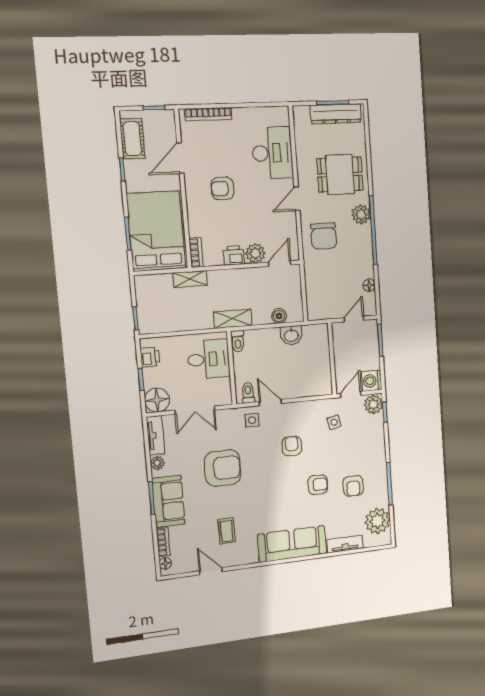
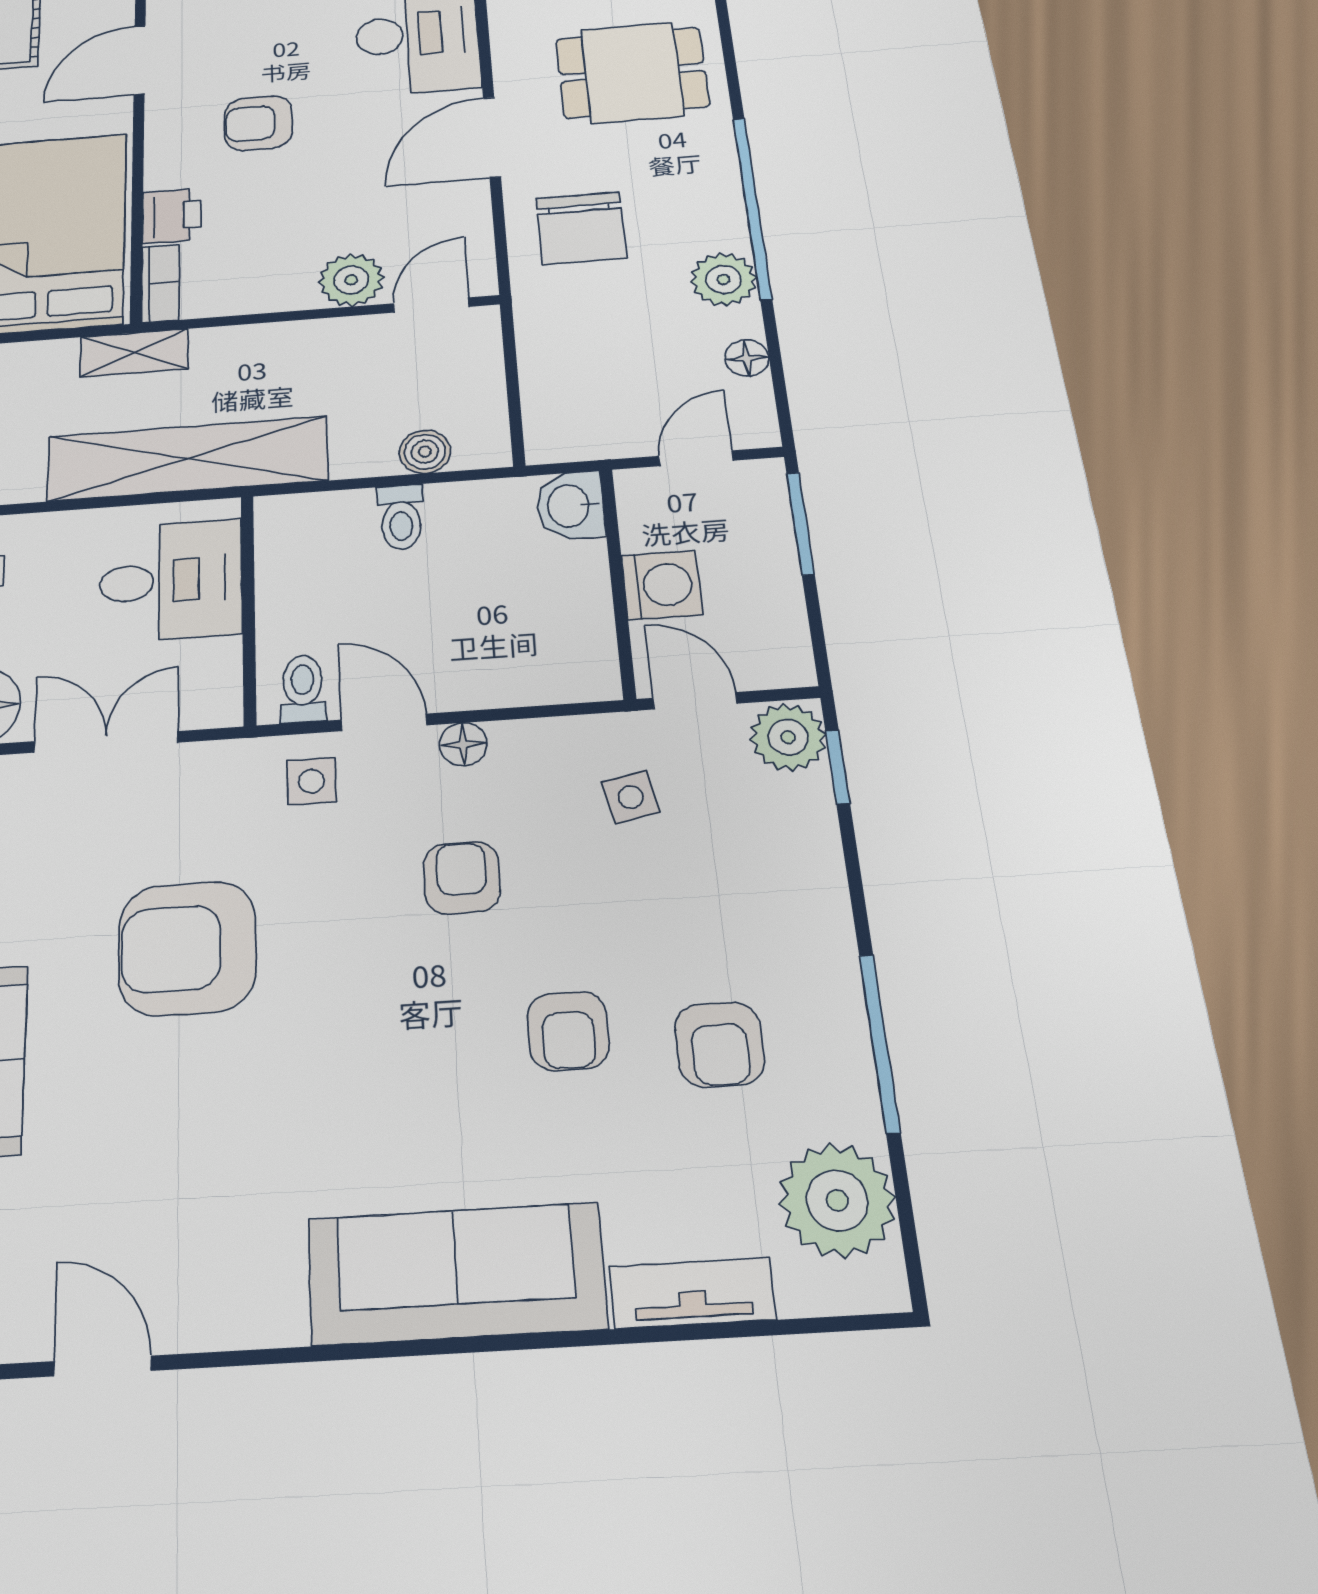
door: (297, 199) -> (492, 137), width x1.38
plant: (361, 214) -> (724, 279), moved
printer: (234, 255) -> (172, 216), moved, turned 90
shelving: (233, 319) -> (187, 459), width x2.20, depth x1.33
washbasin: (291, 335) -> (570, 506), moved, turned 90
toilet: (238, 341) -> (401, 517), moved
washing machine: (372, 381) -> (662, 585), moved, turned 180
door: (351, 394) -> (695, 701), hinge flipped
floor lamp: (292, 408) -> (463, 744), added
double door: (195, 410) -> (106, 742), swing flipped
armchair: (222, 468) -> (187, 948), turned 180
armchair: (318, 485) -> (568, 1031), turned 90
coffee table: (227, 531) -> (183, 1197), removed

